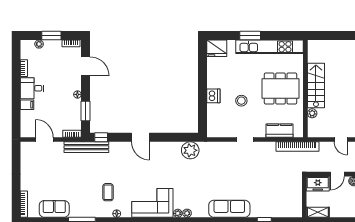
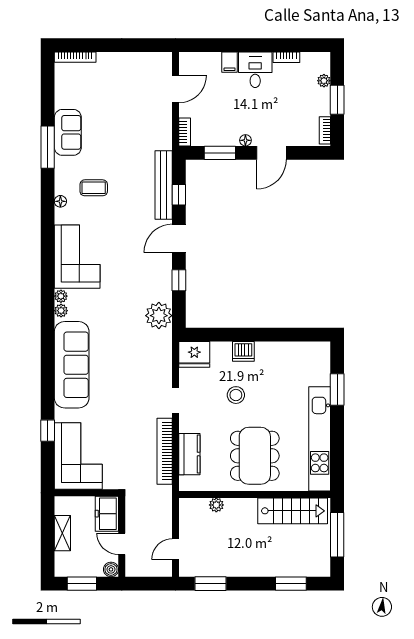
window: (250, 35) -> (337, 389), moved
window: (331, 35) -> (337, 535), added
fridge: (217, 48) -> (194, 354), moved, turned -90
door: (85, 66) -> (271, 153), moved
stairs: (316, 85) -> (293, 511), moved
window: (101, 137) -> (179, 195), moved
window: (168, 137) -> (179, 280), added
bookcase: (297, 146) -> (165, 451), moved
bench: (86, 147) -> (164, 185), moved
corner sofa: (281, 202) -> (78, 456), added
sofa: (54, 209) -> (68, 132), moved
sofa: (229, 209) -> (72, 365), width x1.36, depth x1.27
shelving: (318, 212) -> (62, 533), moved

